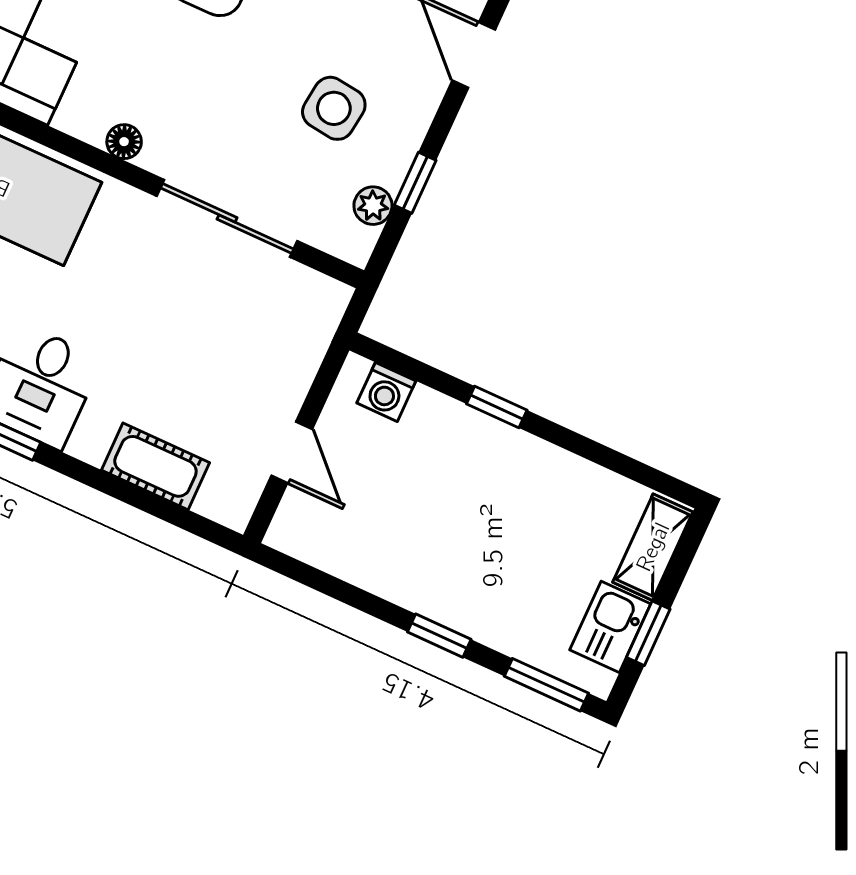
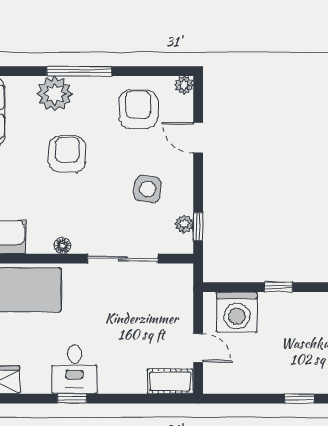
window: (415, 183) -> (198, 227), moved
washing machine: (386, 392) -> (237, 312), width x1.89, depth x1.89
cot: (155, 466) -> (170, 381), moved

